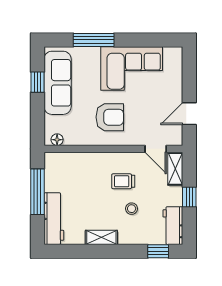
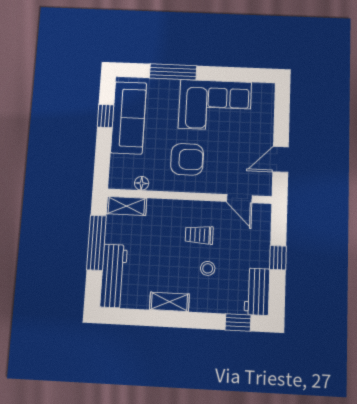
floor lamp: (57, 140) -> (142, 183), moved
shelving: (175, 169) -> (126, 206), moved, turned 90

